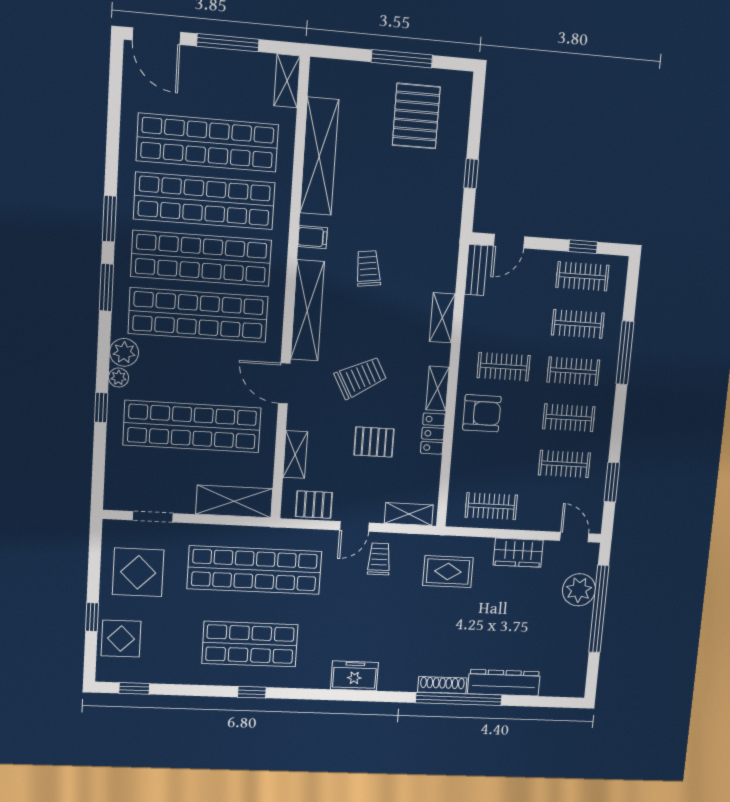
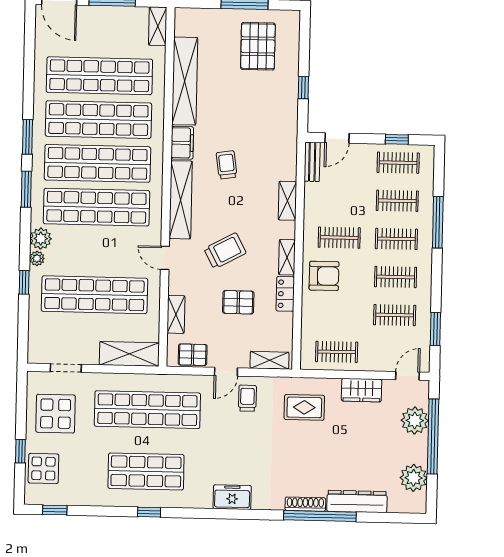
filing cabinet: (313, 237) -> (182, 143), width x2.00
door: (284, 383) -> (165, 258), width x0.73
door: (574, 537) -> (408, 376), hinge flipped
plant: (572, 656) -> (414, 478), added

